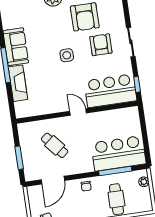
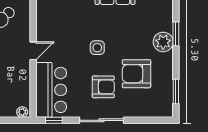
sliding door: (131, 42) -> (102, 120), width x1.37
plant: (134, 114) -> (22, 112), added

